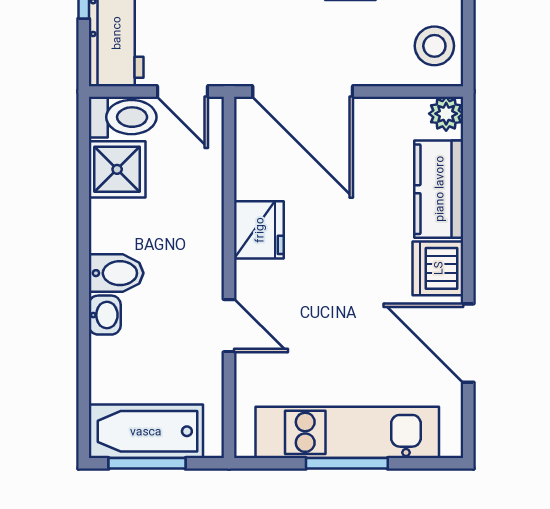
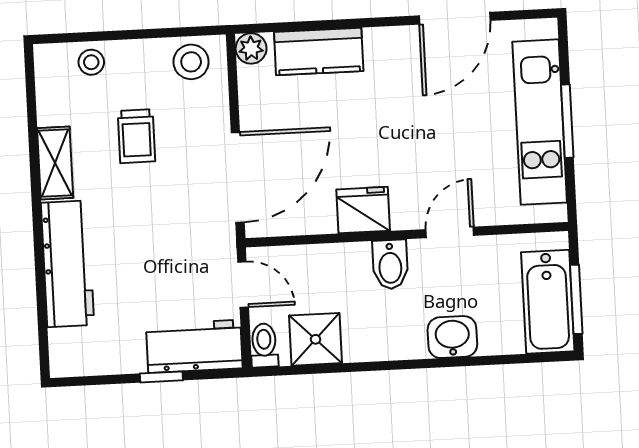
door: (182, 91) -> (243, 284), hinge flipped
toilet: (123, 117) -> (264, 345), width x0.73, depth x0.72
dishwasher: (438, 268) -> (389, 49), removed
bidet: (116, 273) -> (390, 264), moved, turned 180
washbasin: (105, 315) -> (452, 337), width x1.38, depth x1.45

